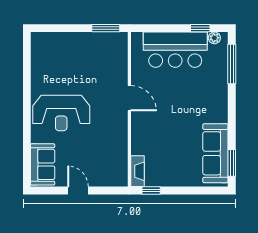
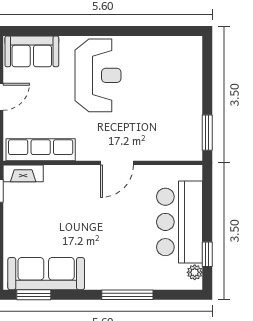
window: (232, 64) -> (127, 295), moved
reception desk: (61, 113) -> (98, 75), turned 180
row of seats: (119, 158) -> (41, 150), added

